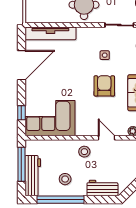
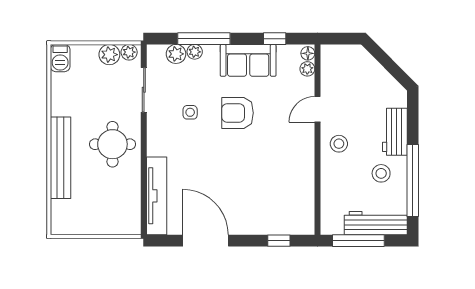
corner sofa: (50, 118) -> (287, 197), removed
workbench: (102, 188) -> (395, 132), moved

